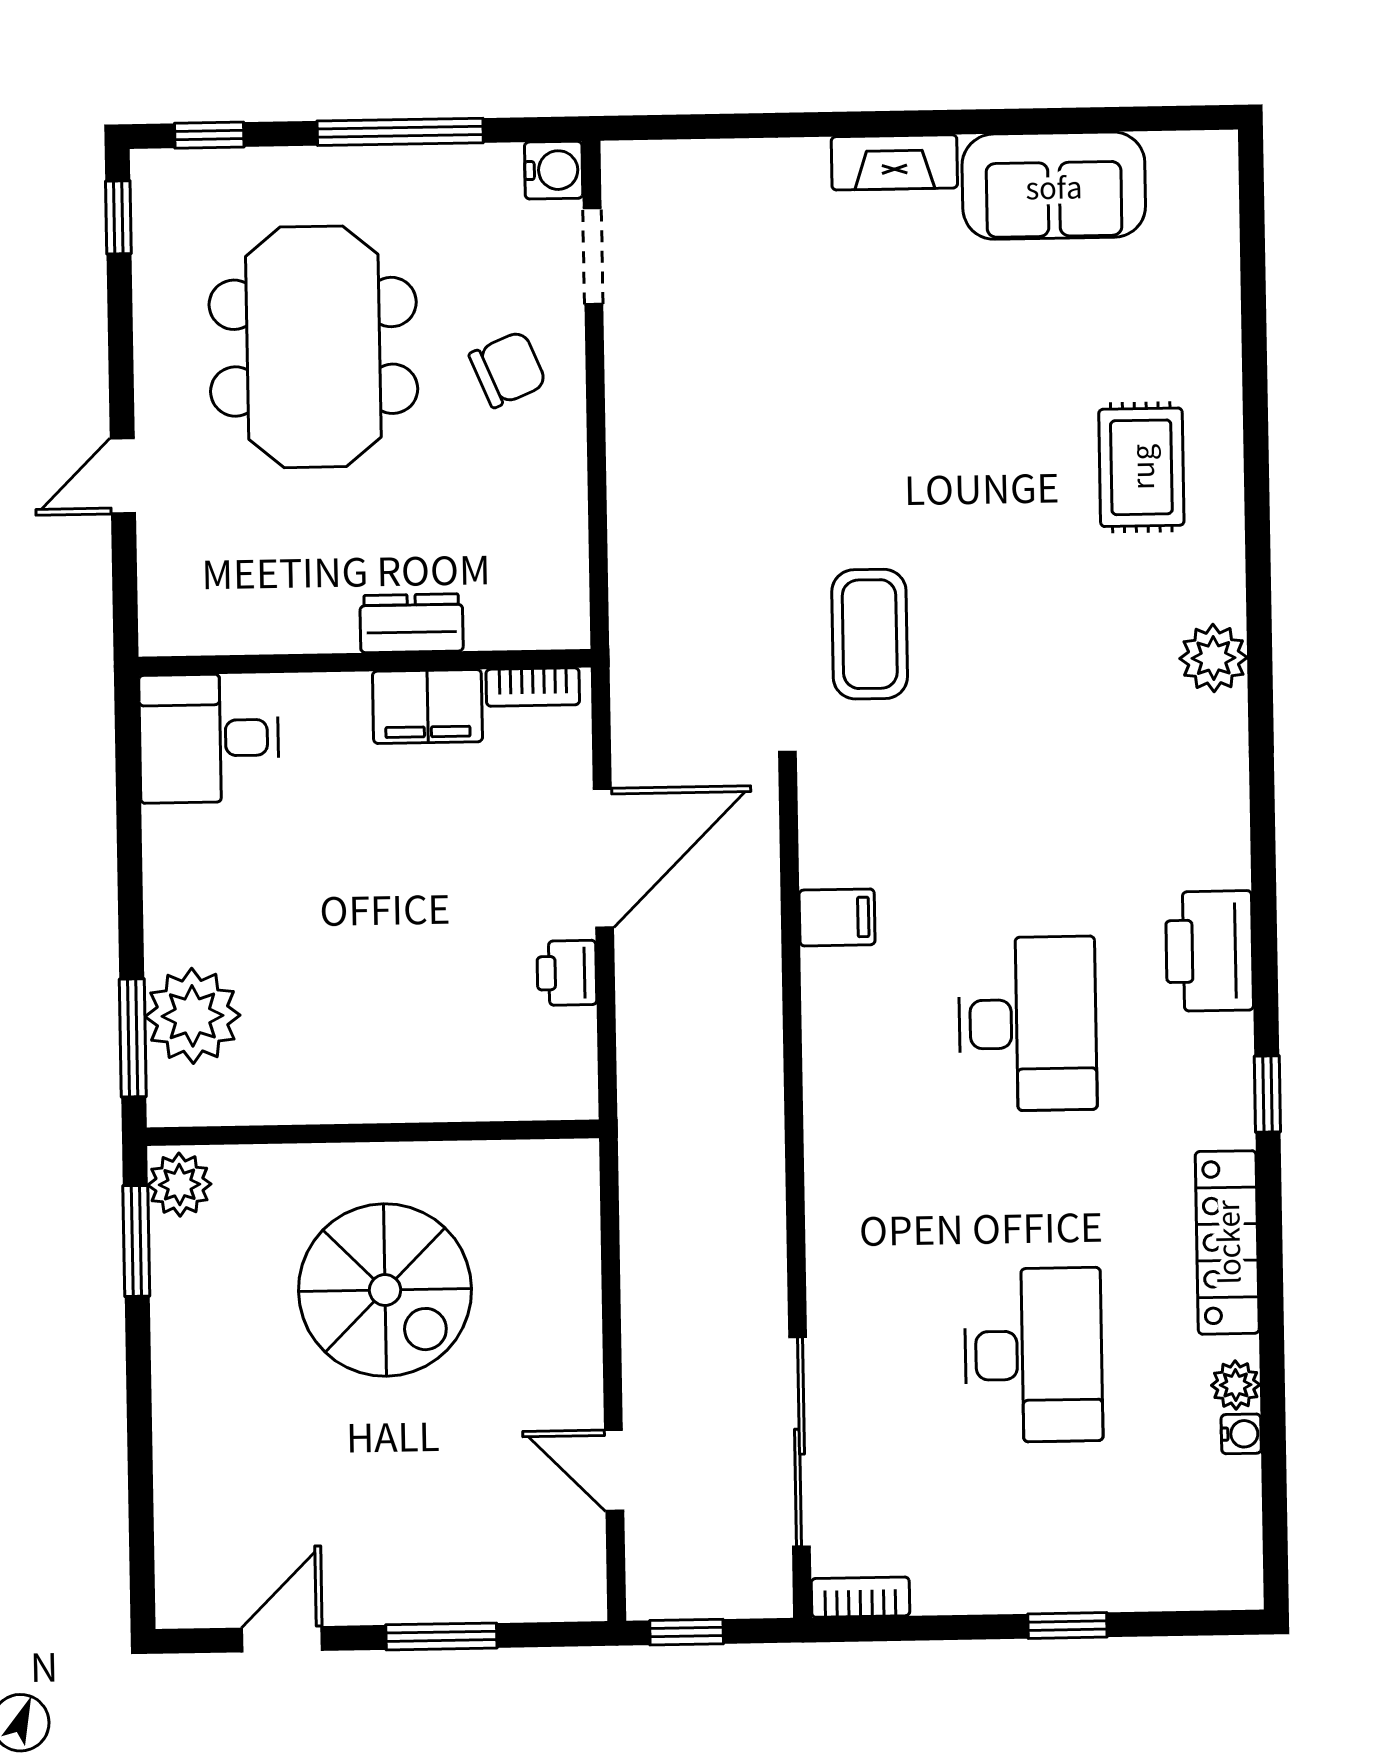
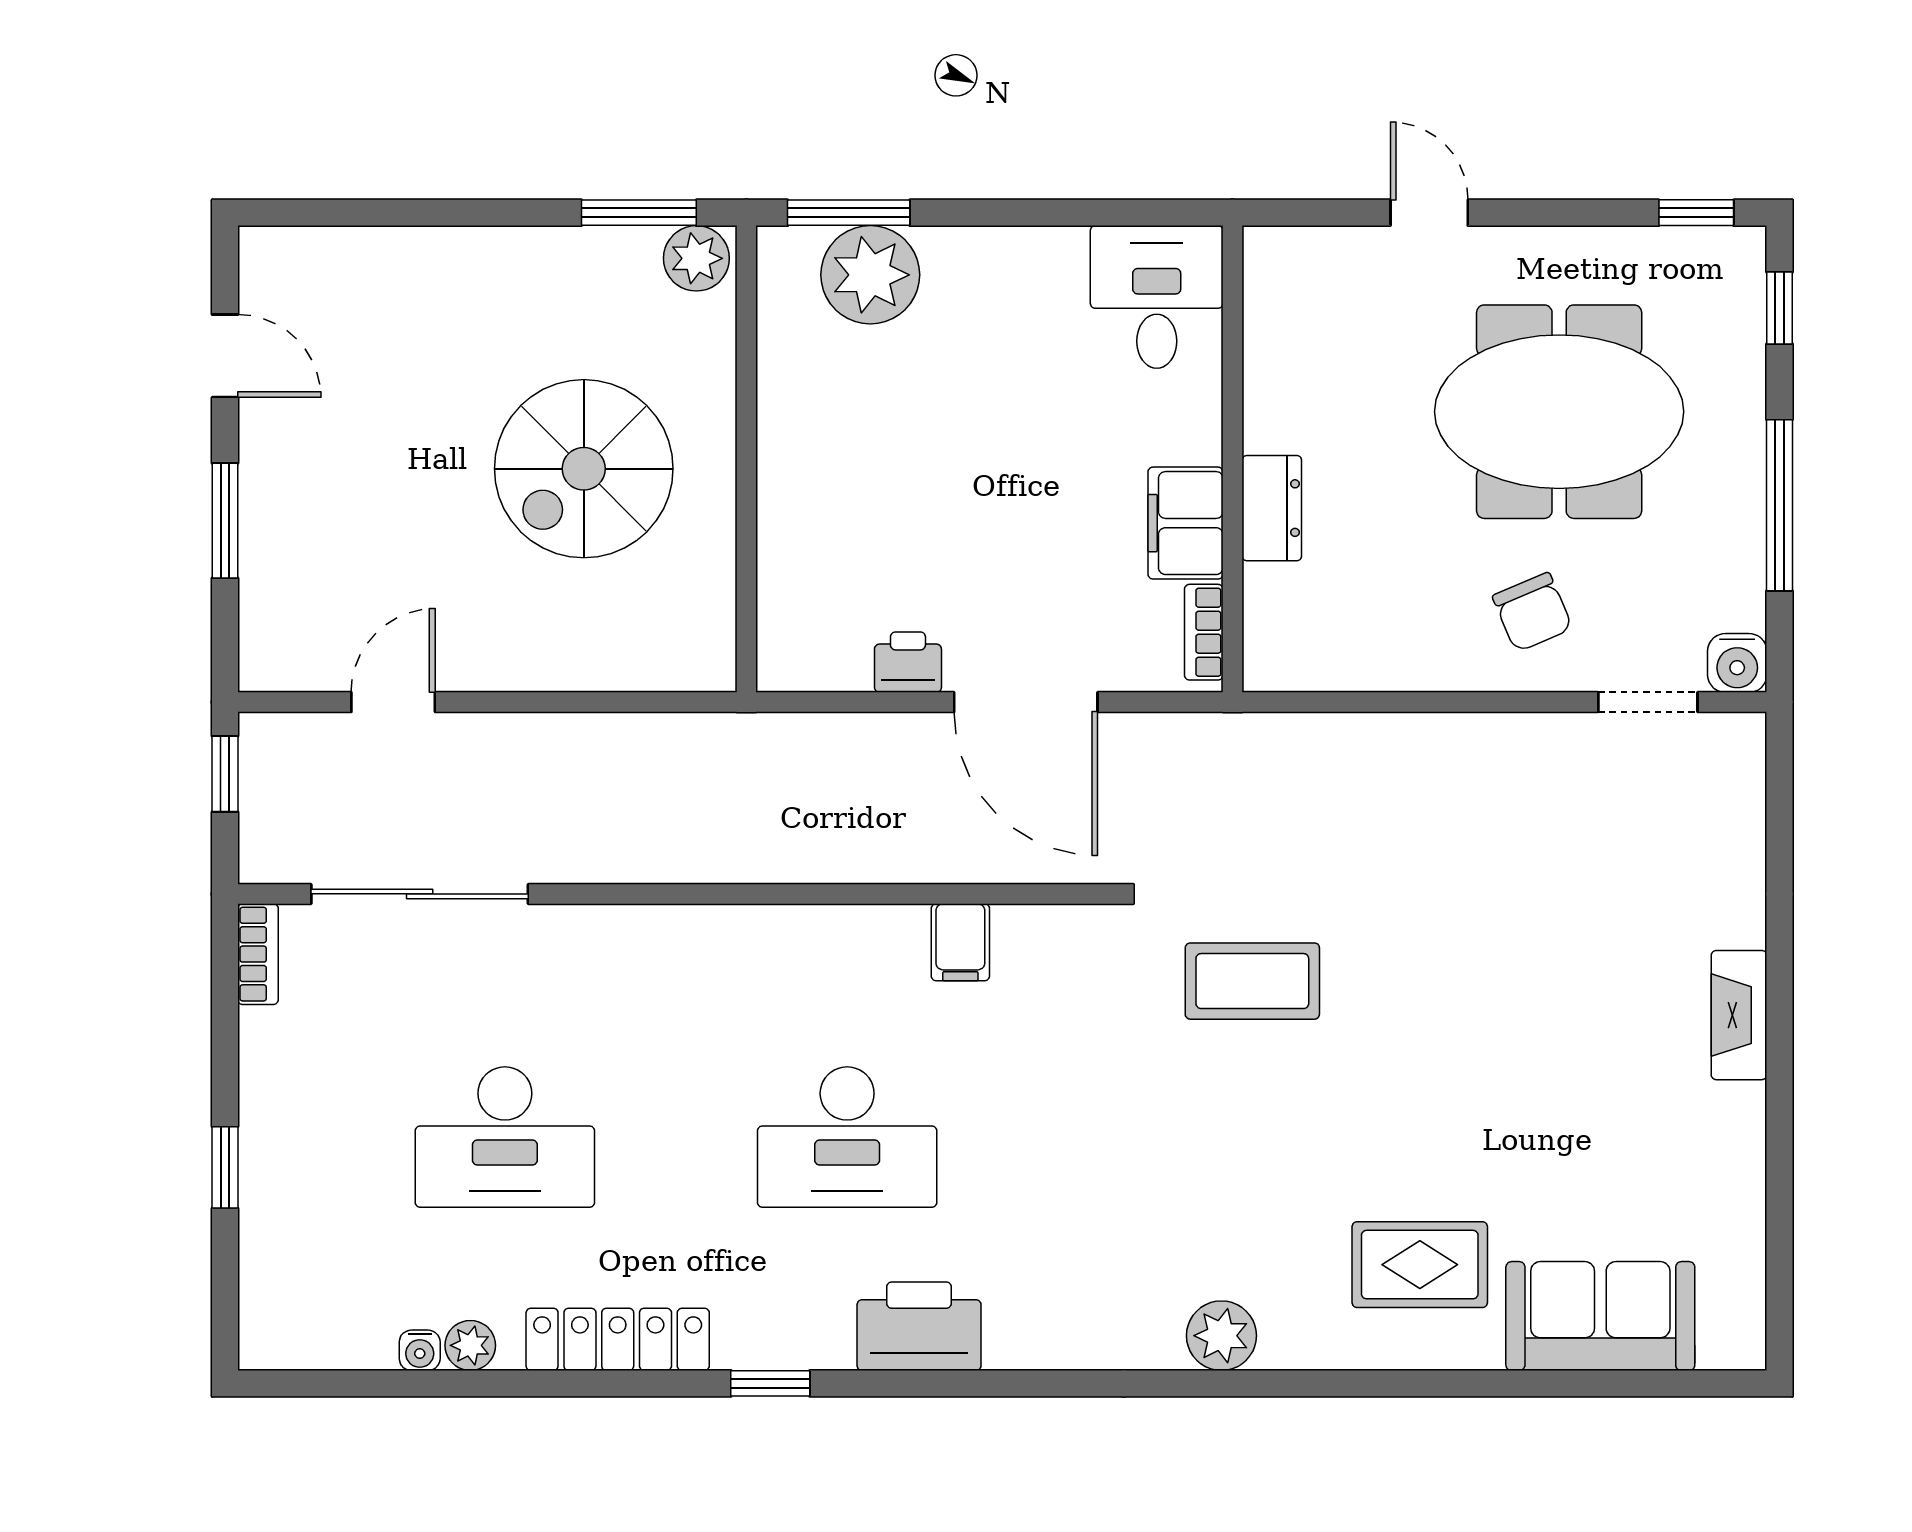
sofa: (1054, 186) -> (1600, 1316), moved, turned 90

